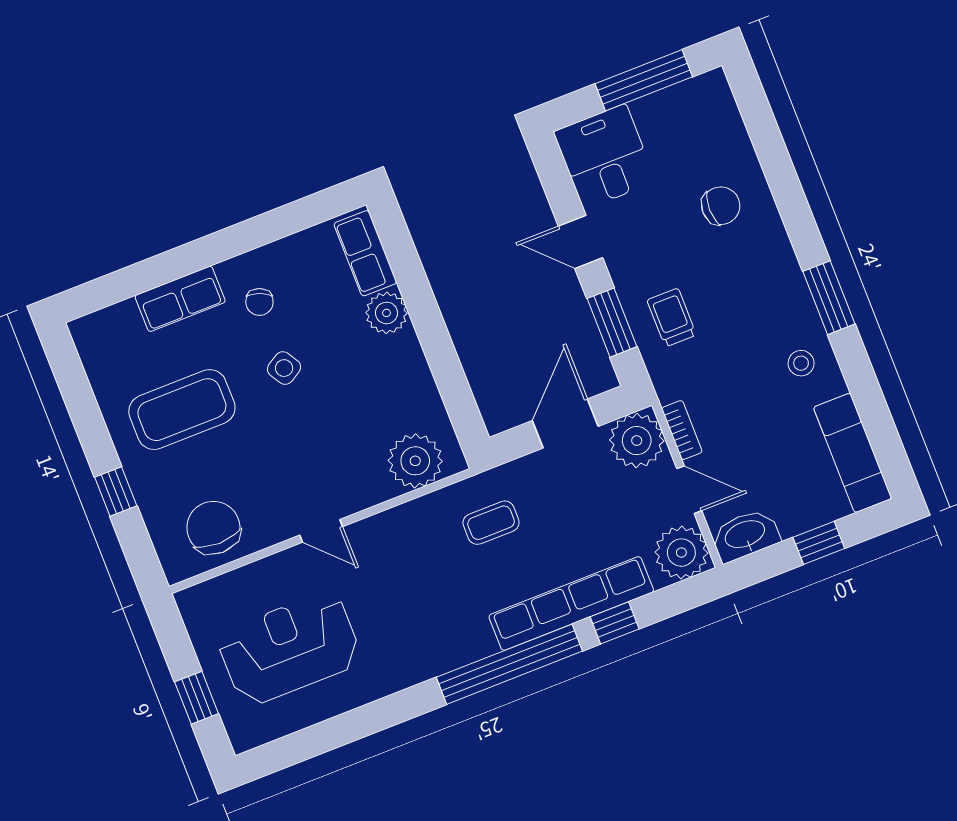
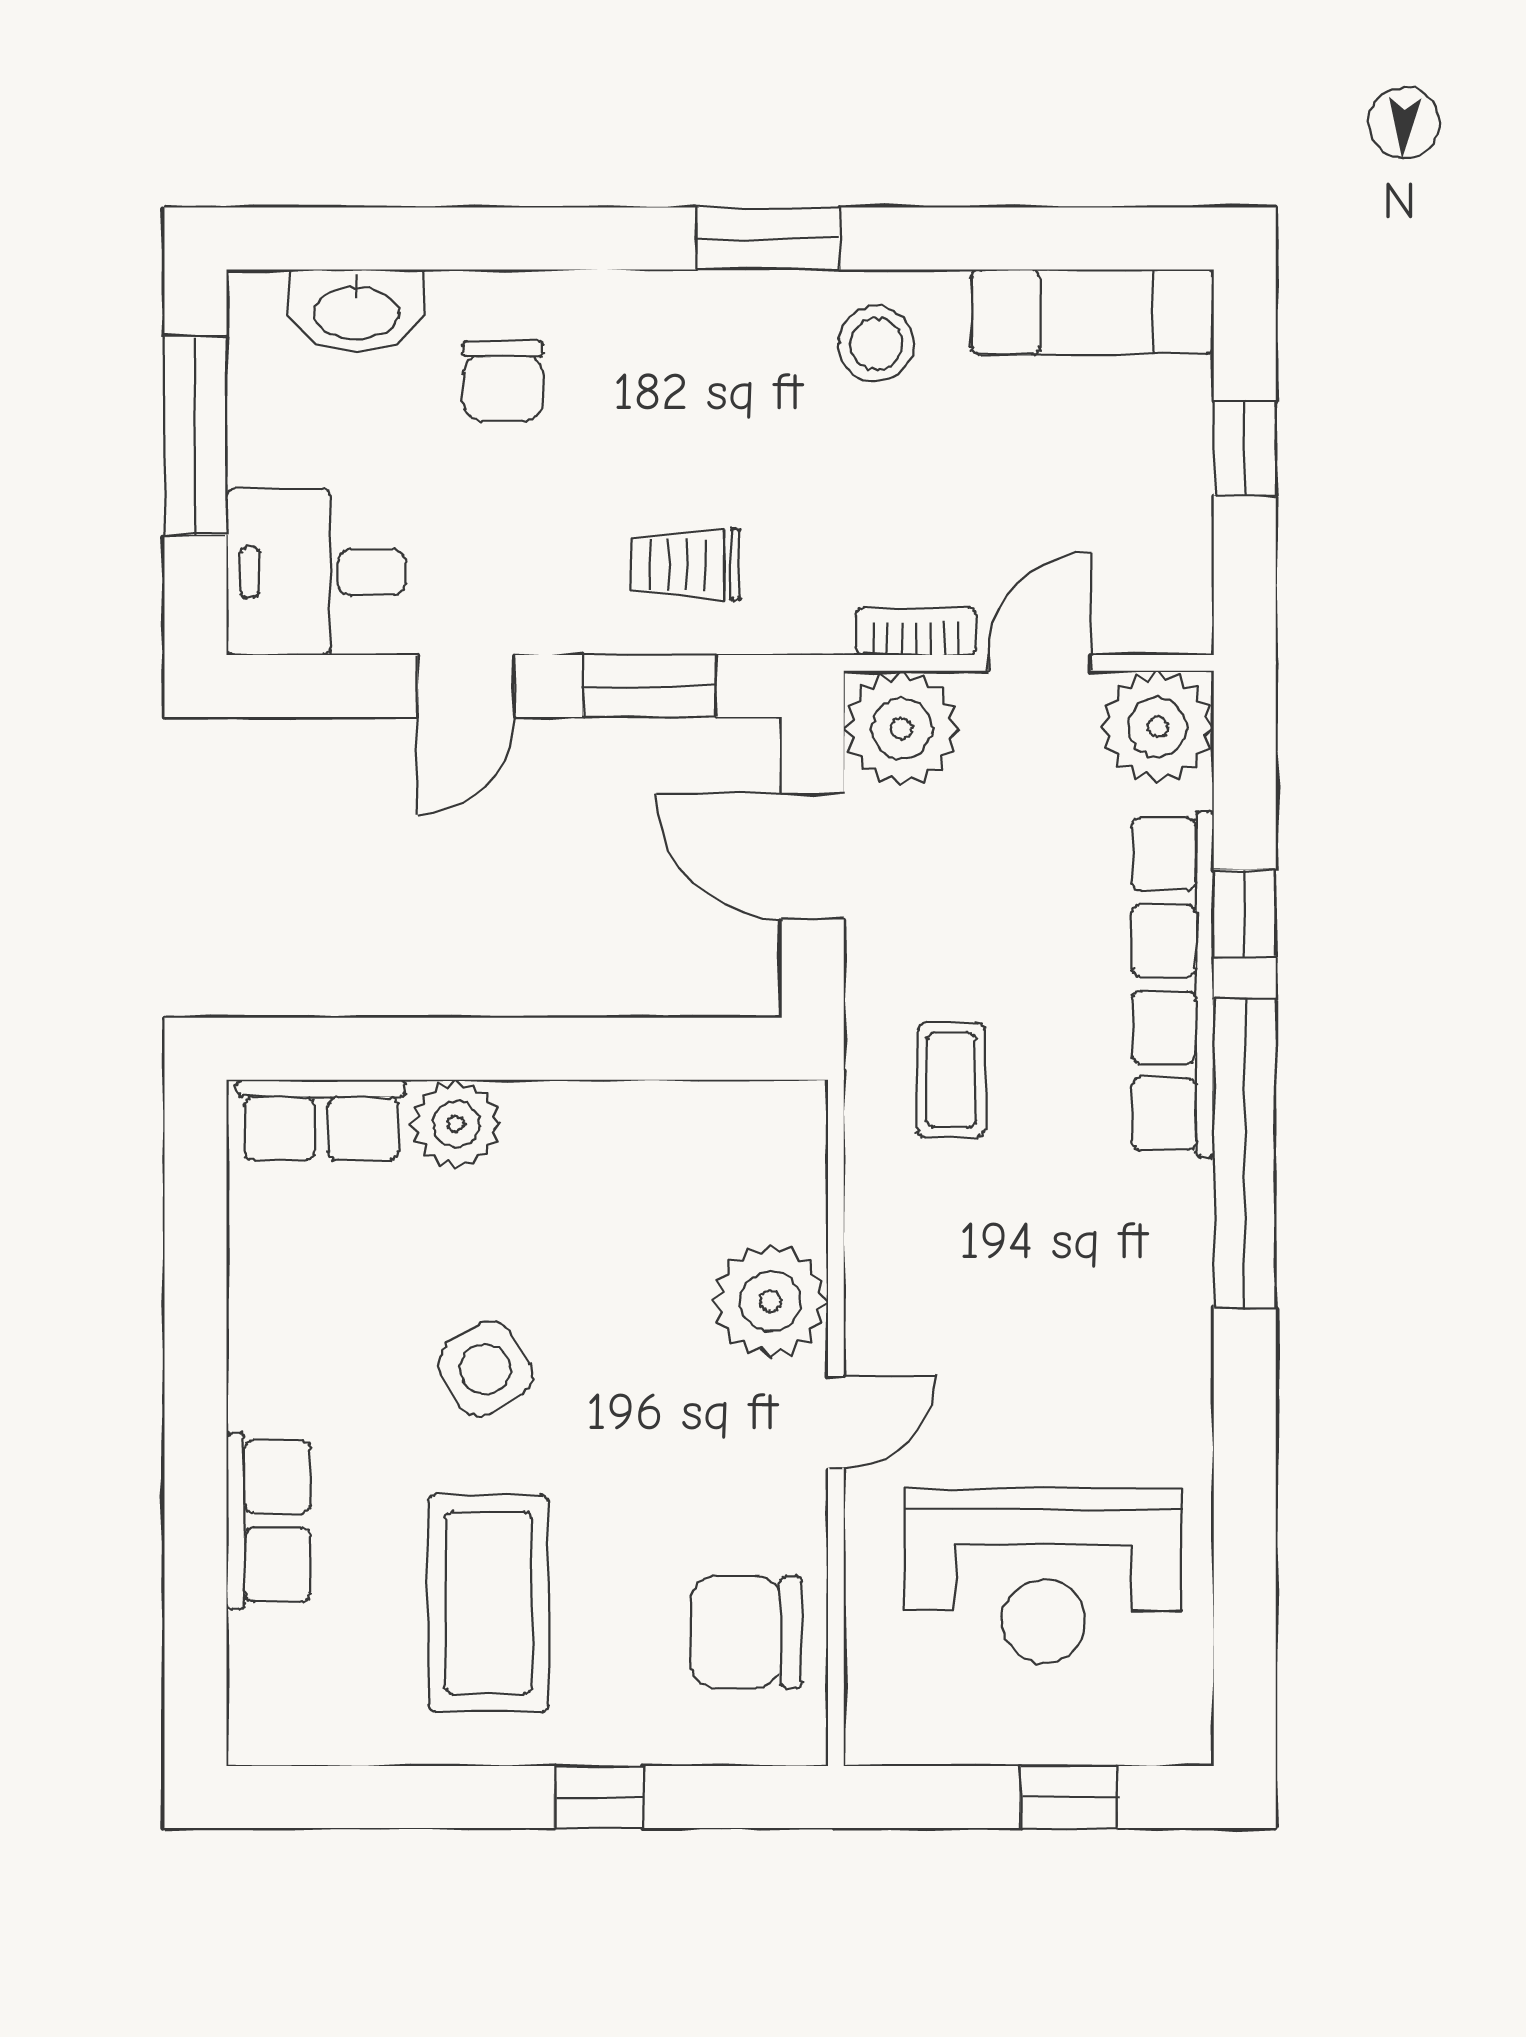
chair: (721, 206) -> (503, 381), turned 180
chair: (259, 302) -> (336, 1367), removed
stool: (801, 363) -> (876, 344), width x1.37, depth x1.37
side table: (284, 368) -> (485, 1369), width x1.37, depth x1.37
plant: (415, 461) -> (770, 1301), moved
washbasin: (745, 535) -> (356, 311), moved, turned -90
reception desk: (289, 648) -> (1043, 1576), turned -90

